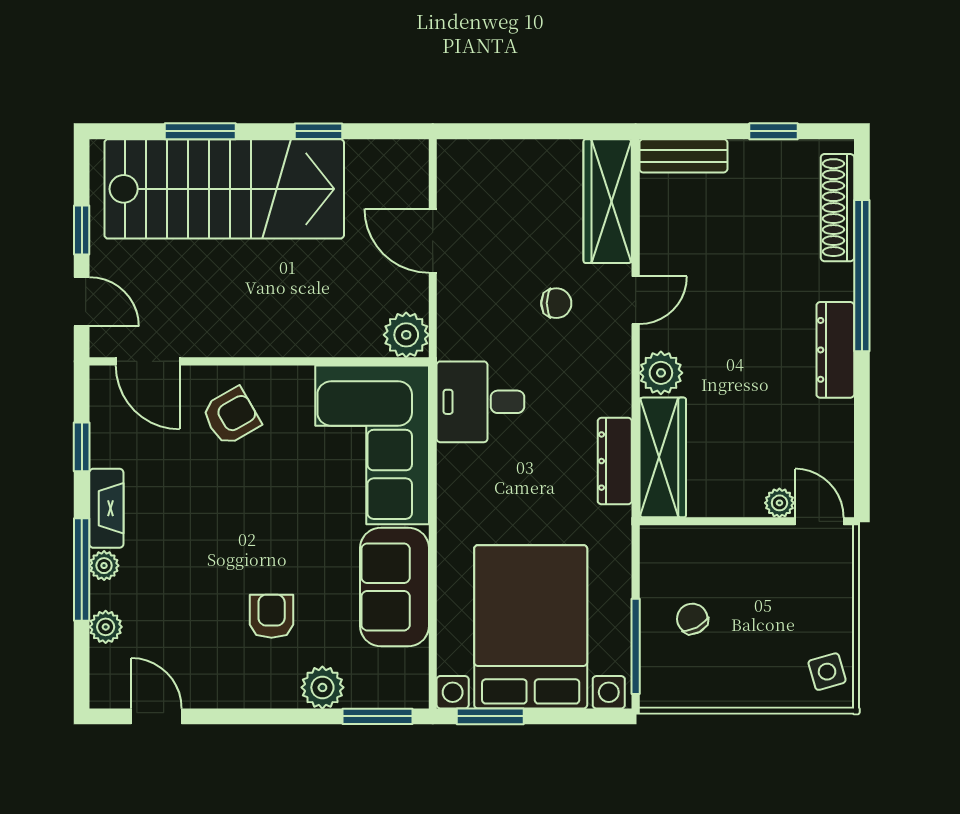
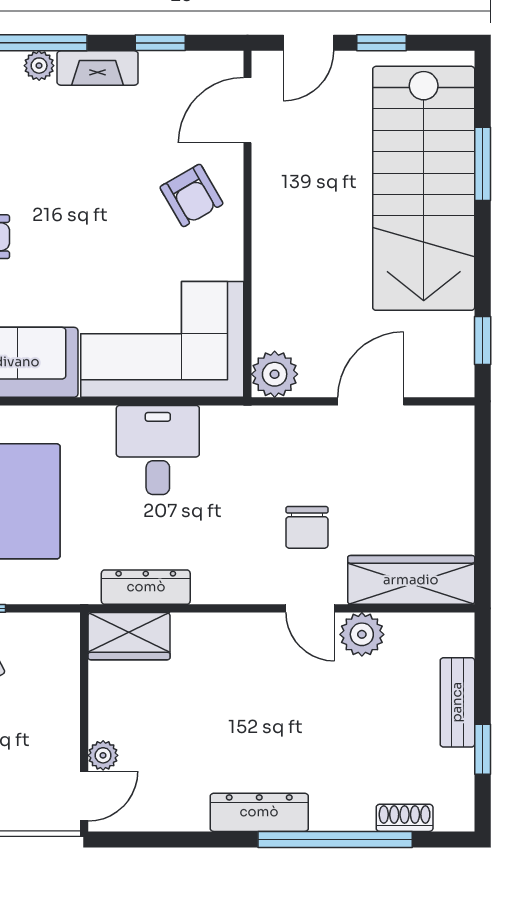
window: (318, 131) -> (483, 340), moved
bench: (683, 156) -> (457, 702), moved
shoe rack: (837, 208) -> (405, 818), width x0.51, depth x0.81
chair: (556, 303) -> (307, 527), width x1.37, depth x1.37
plant: (661, 373) -> (362, 634), moved
desk: (480, 402) -> (158, 450), moved
wardrobe: (663, 457) -> (129, 636), width x0.67

